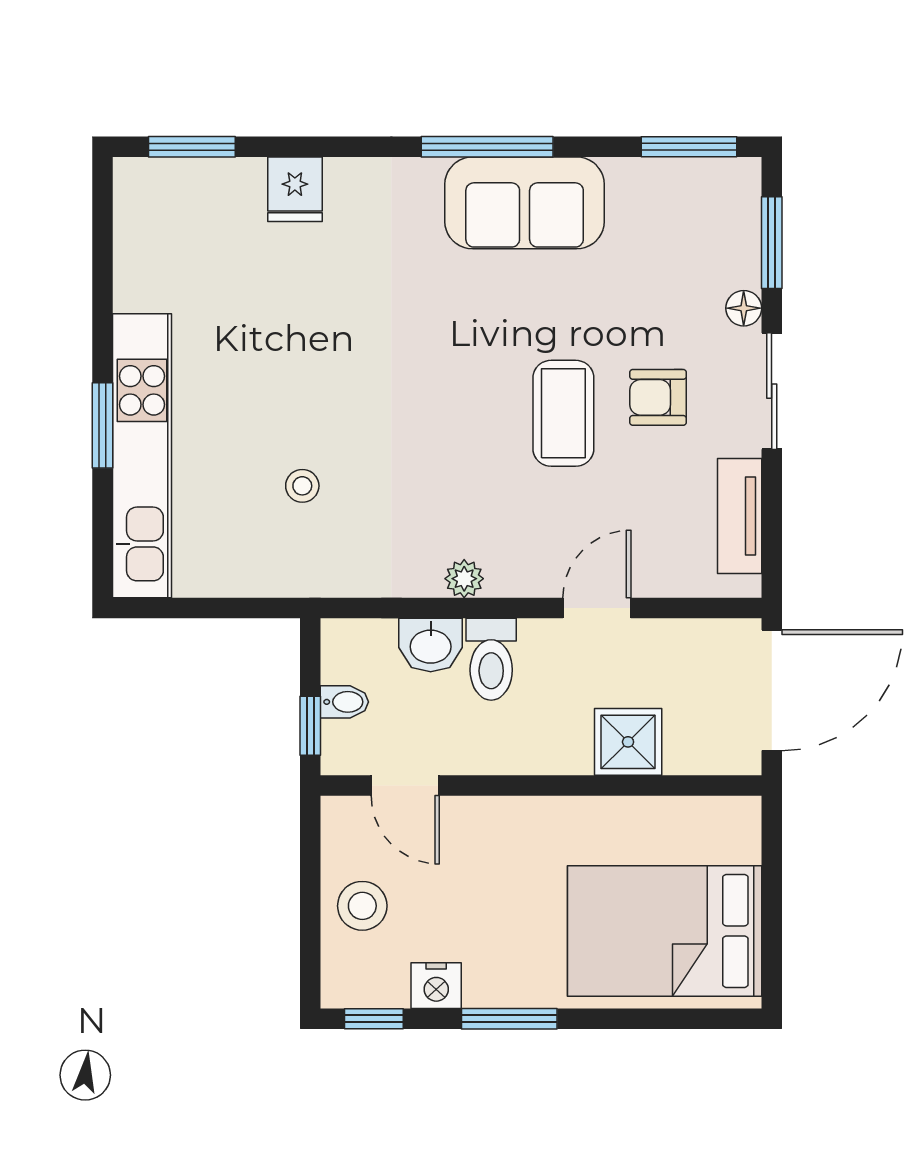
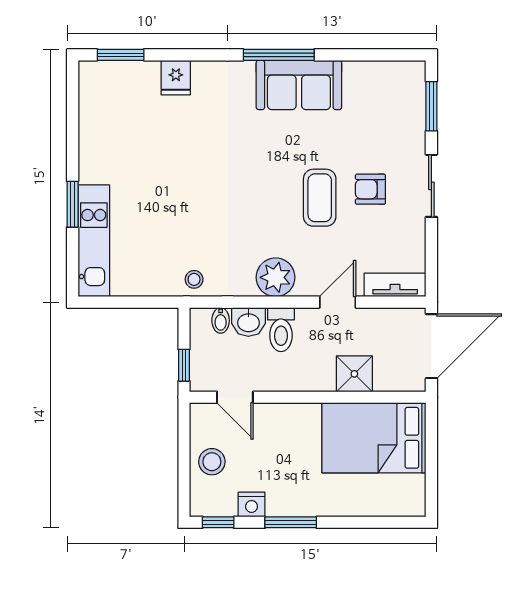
window: (689, 147) -> (387, 55), removed
floor lamp: (744, 308) -> (416, 141), removed
kitchen unit: (142, 456) -> (94, 241), width x0.73
stool: (302, 486) -> (194, 279), moved
tv unit: (740, 516) -> (395, 285), moved, turned 90
plant: (464, 579) -> (276, 277), width x1.88, depth x1.88
bidet: (344, 702) -> (221, 320), moved, turned 90
bed: (665, 931) -> (374, 438), moved

